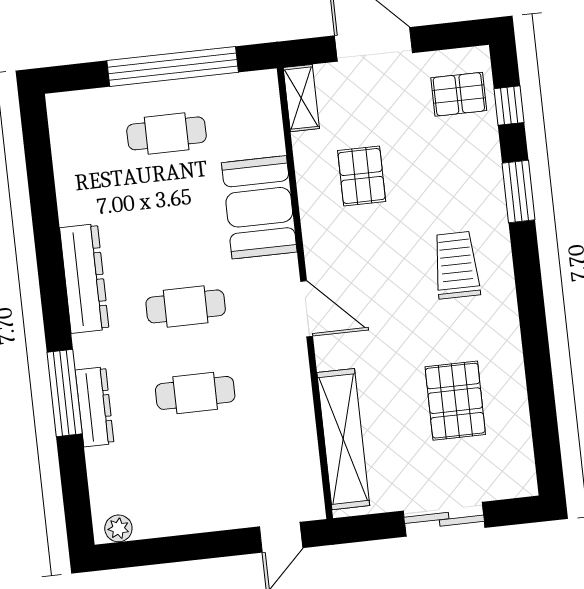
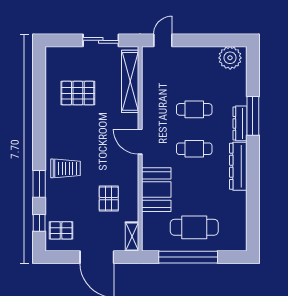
cafe table: (167, 133) -> (194, 227), width x1.37, depth x1.35
trolley: (456, 265) -> (65, 168), moved, turned -90
pallet: (455, 401) -> (78, 93), turned 90
dresser: (95, 407) -> (240, 123), moved
sliding door: (444, 519) -> (101, 40), moved
plant: (118, 528) -> (230, 58), width x1.88, depth x1.88

